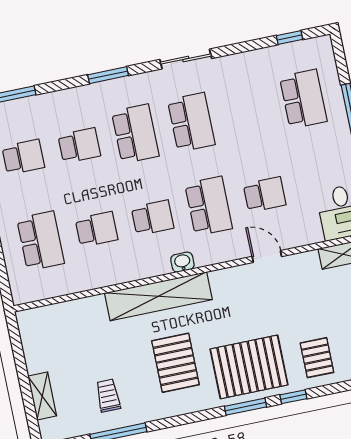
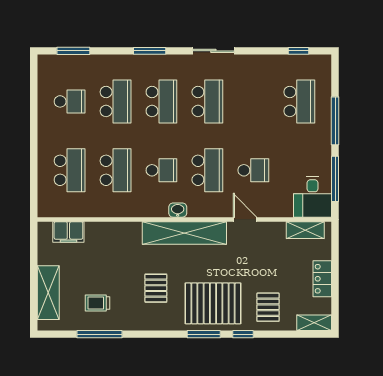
school desk: (79, 145) -> (116, 101), width x1.85
school desk: (97, 229) -> (116, 170), width x1.85
shelving: (158, 296) -> (184, 233), moved
filing cabinet: (55, 316) -> (68, 232), added
pallet: (175, 363) -> (156, 288), width x0.67, depth x0.71
shelving: (42, 396) -> (48, 293), width x1.50, depth x1.33
trolley: (108, 396) -> (97, 303), turned -90

